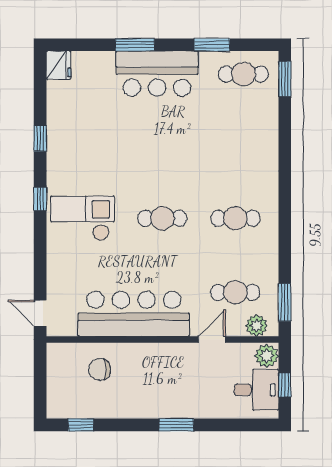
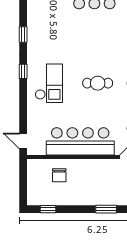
checkout: (82, 218) -> (49, 83), turned 90
chair: (100, 369) -> (59, 175), turned -90

